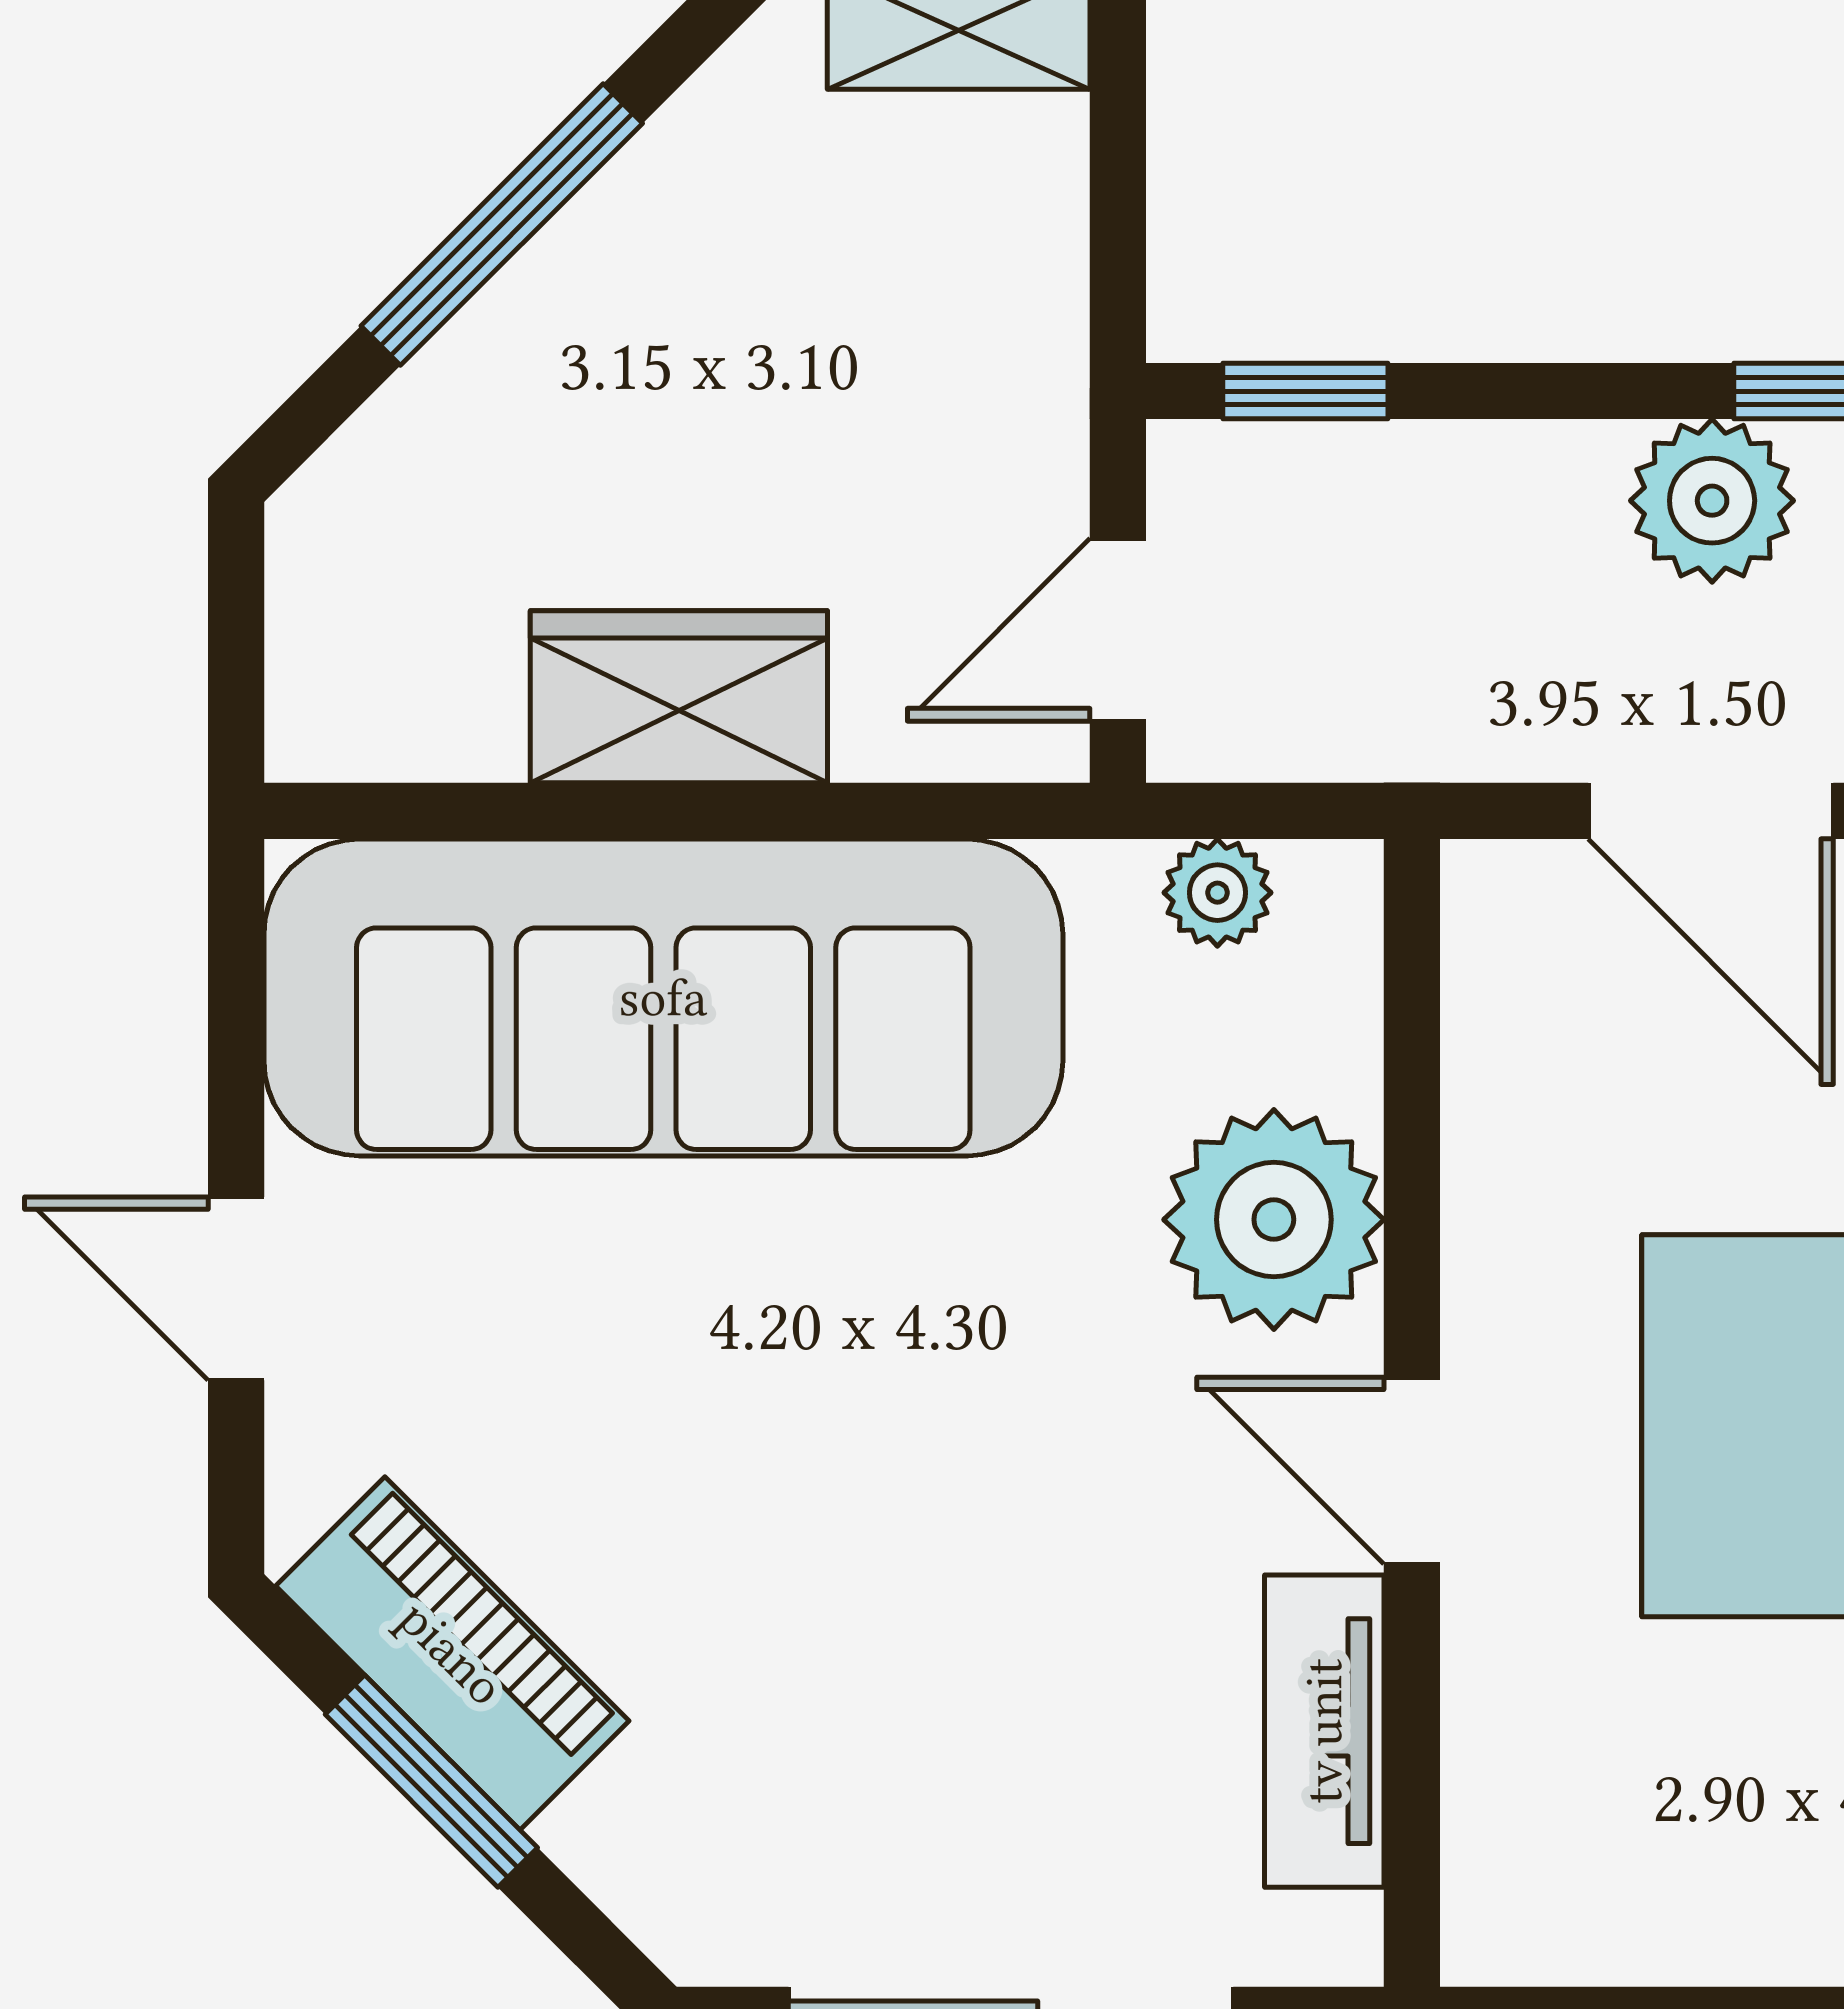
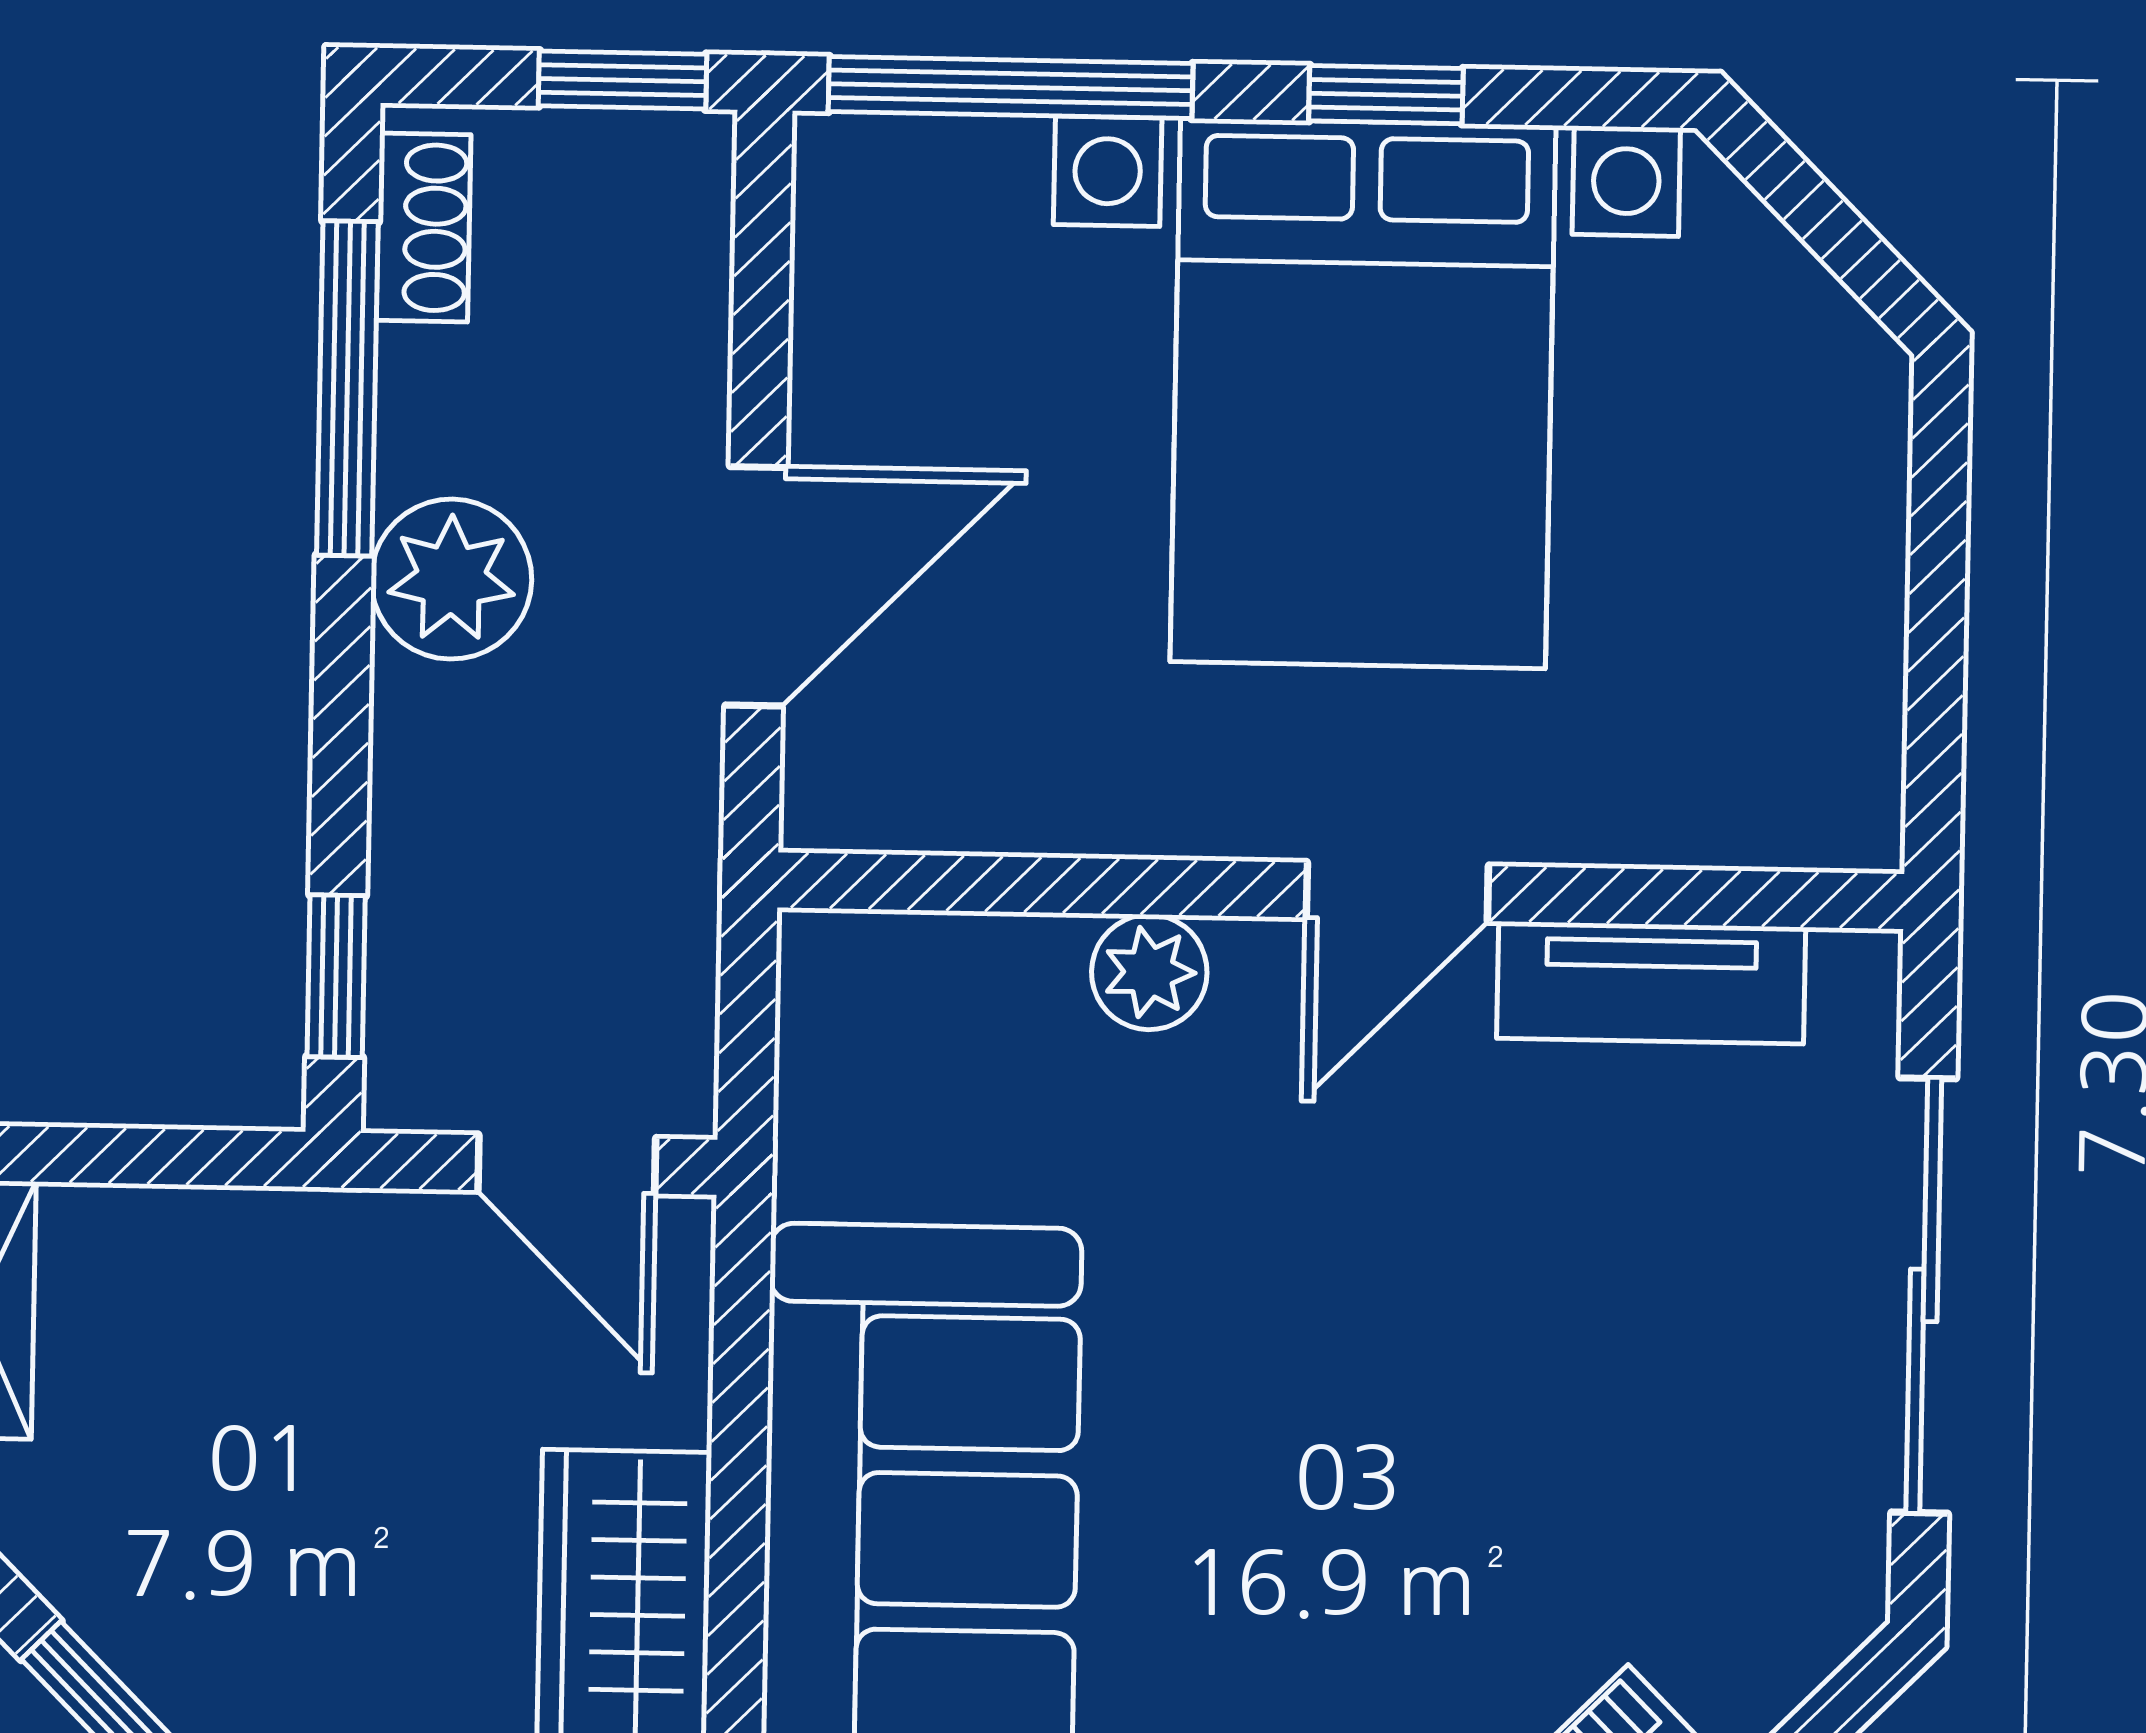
plant: (1217, 893) -> (827, 1072), removed
plant: (1274, 1220) -> (1149, 972), width x0.53, depth x0.53

